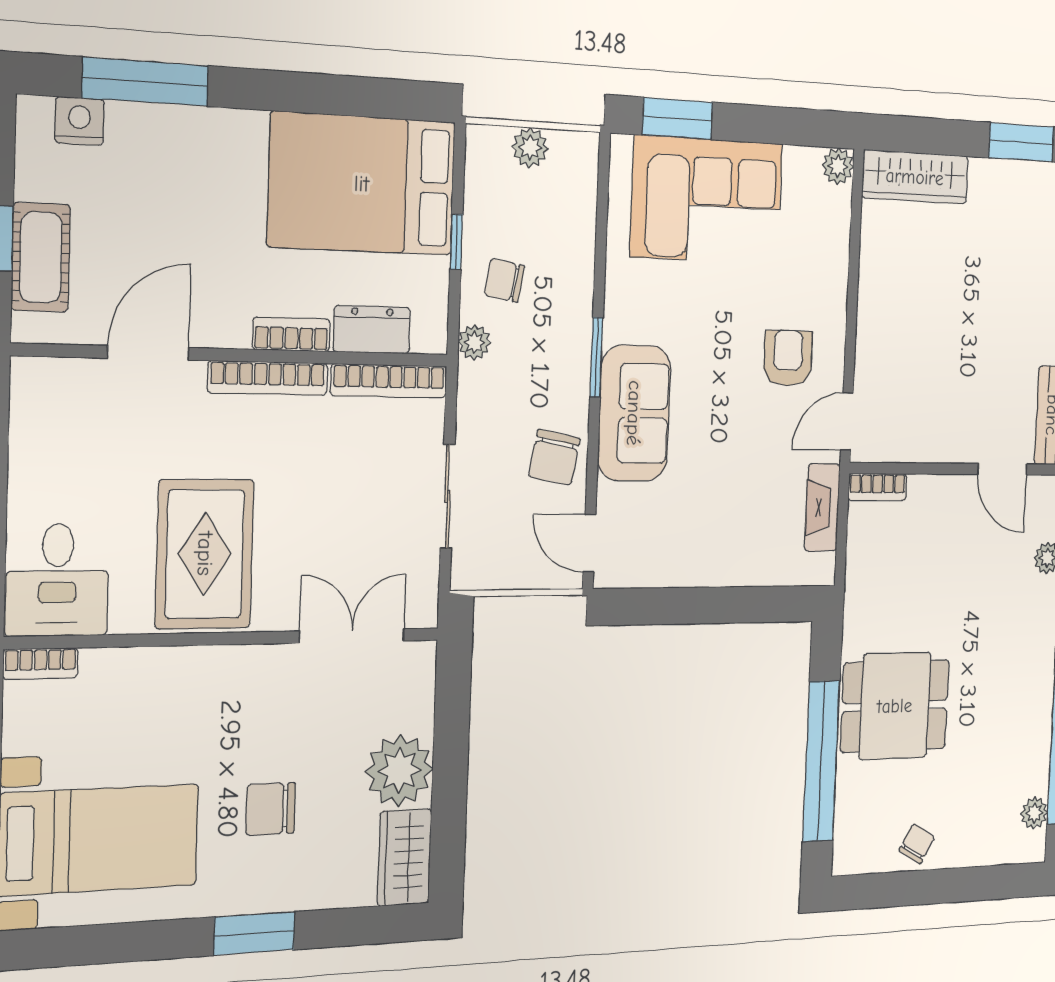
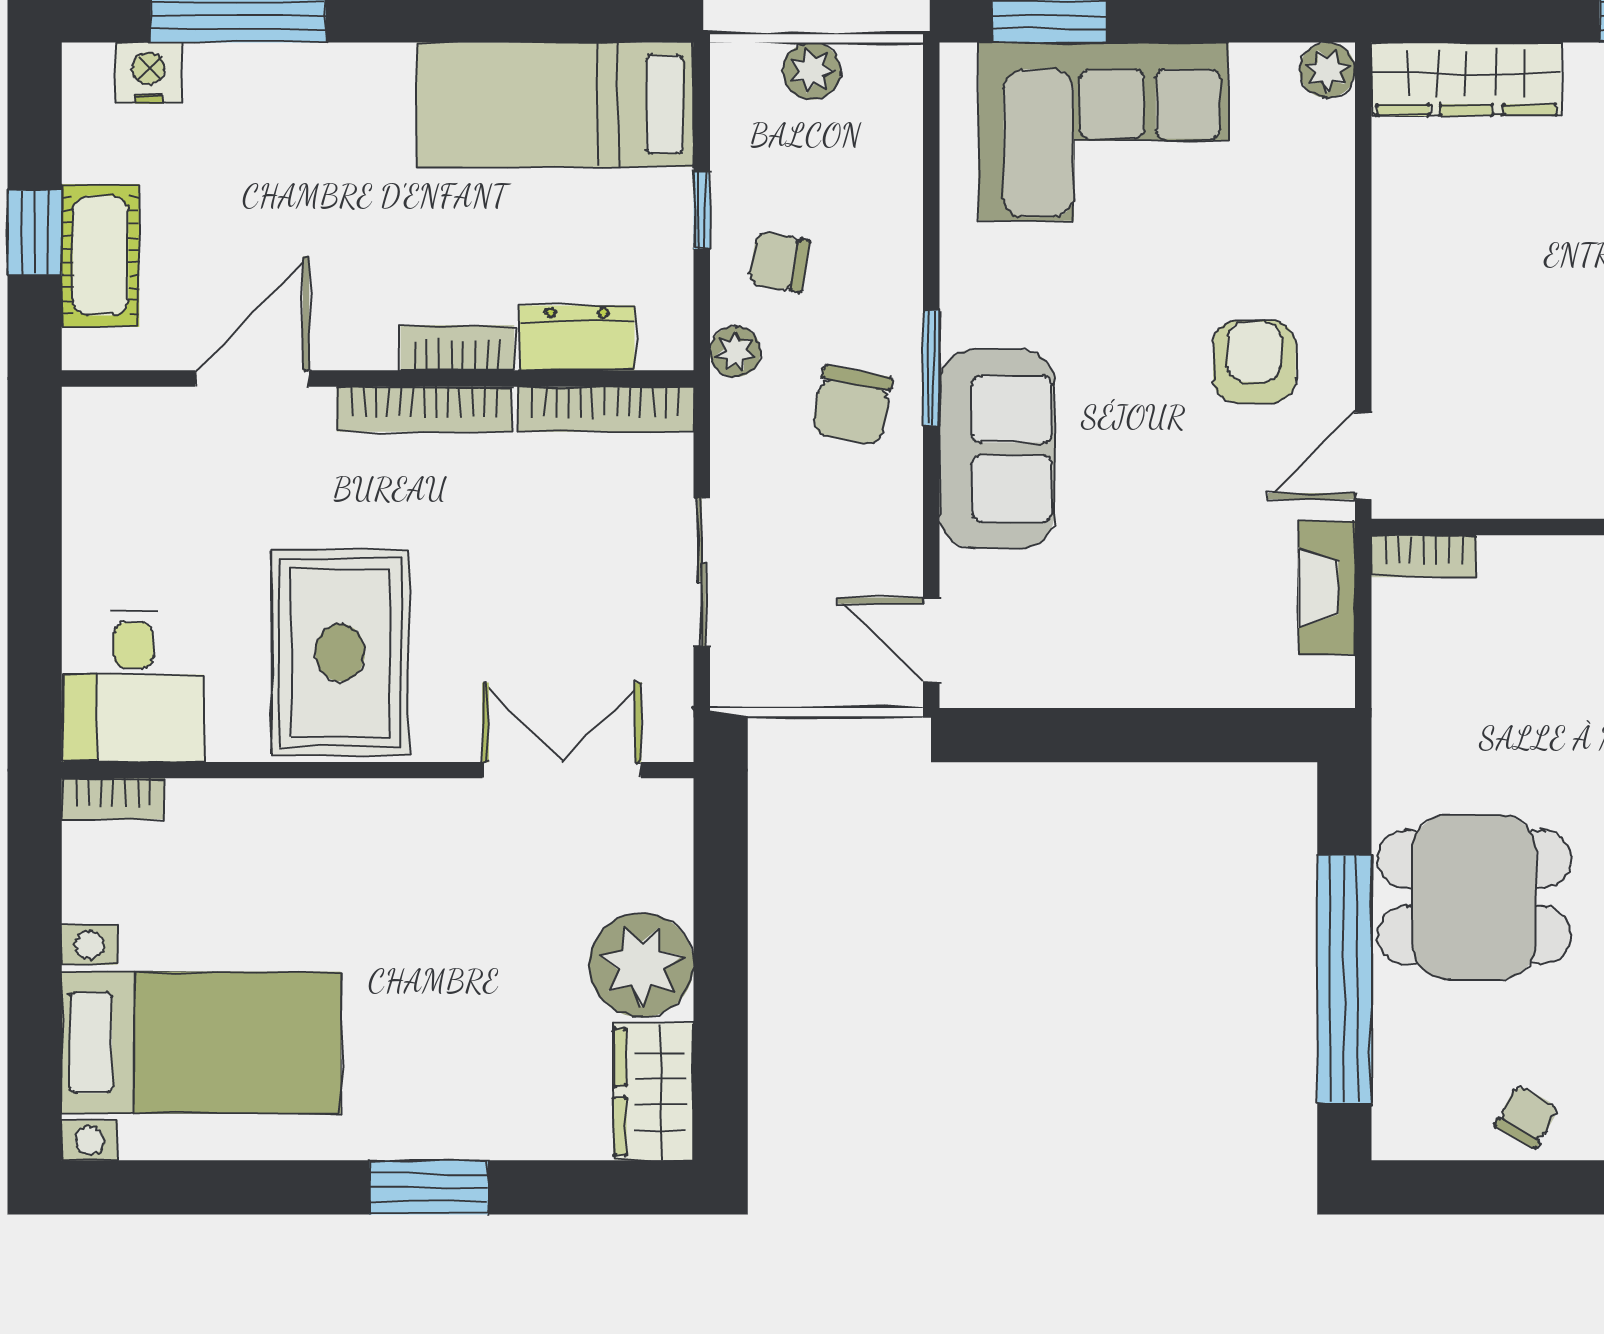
bed: (362, 184) -> (555, 105), width x0.67
chair: (554, 457) -> (852, 405), moved
chair: (271, 809) -> (448, 1012), removed

